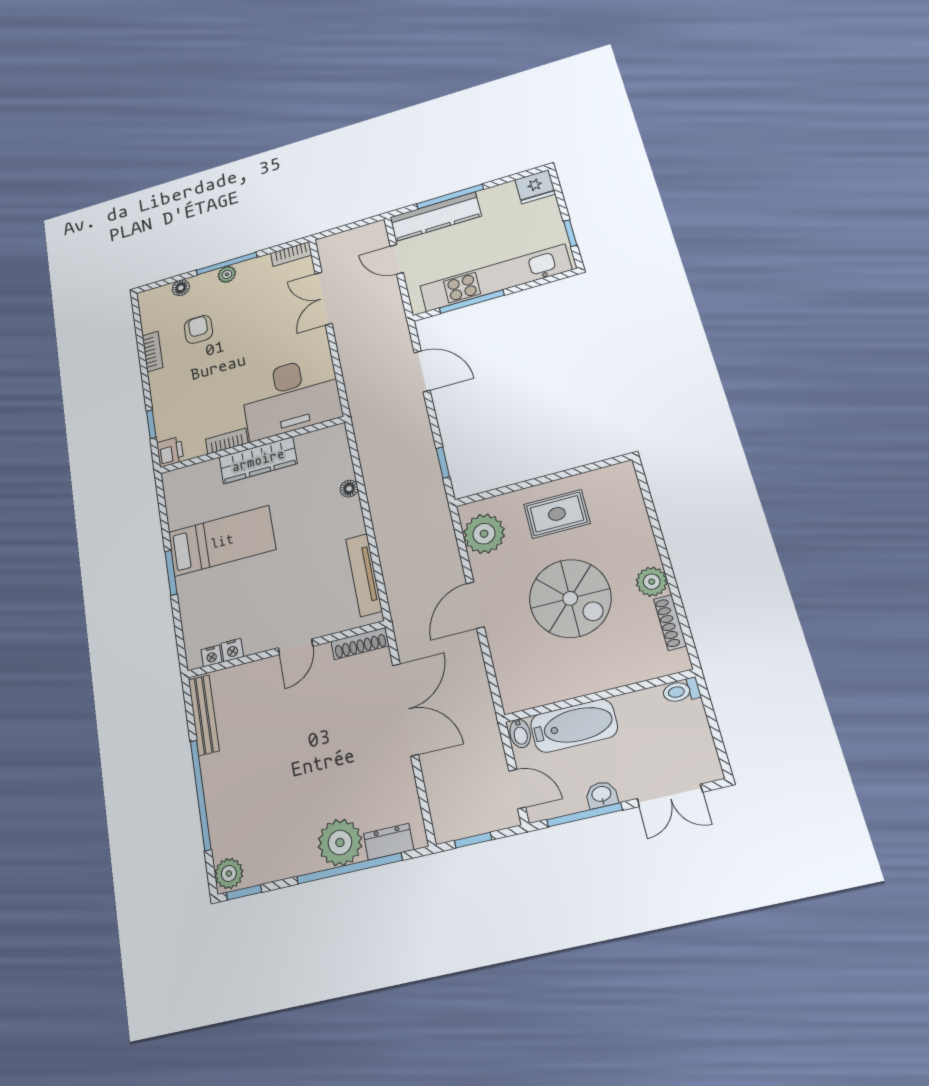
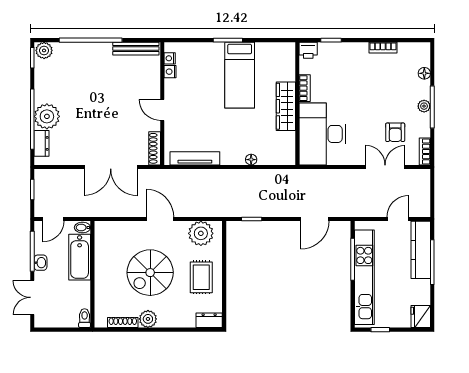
armchair: (198, 329) -> (395, 132), moved, turned 90
dresser: (626, 483) -> (209, 320), added

